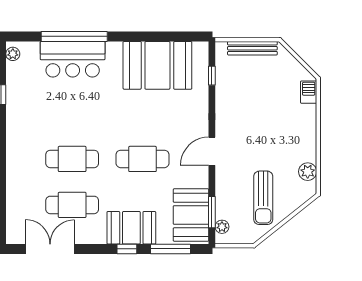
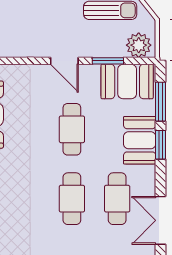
window: (212, 212) -> (108, 61), moved
plant: (222, 227) -> (139, 45), width x1.88, depth x1.88
window: (127, 249) -> (161, 145), width x1.50

